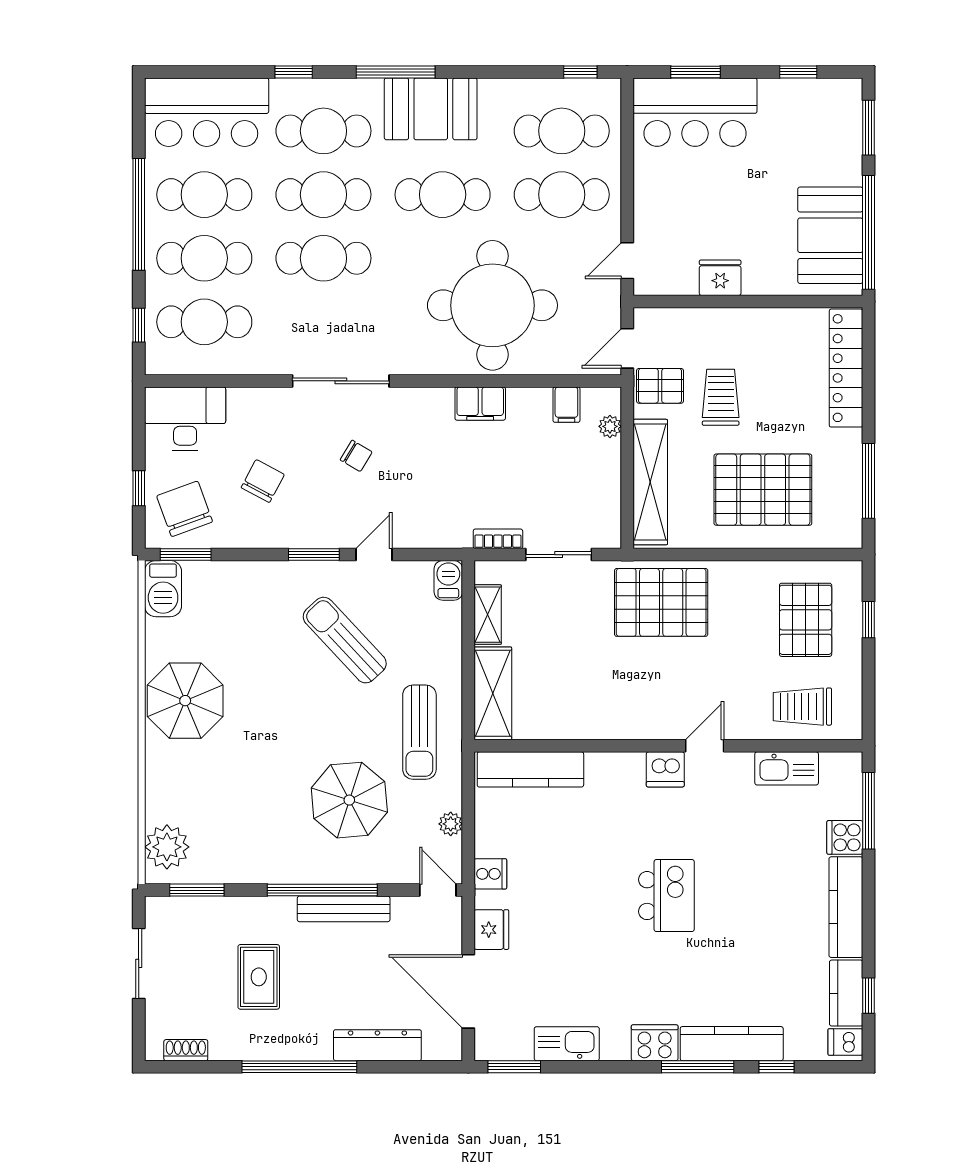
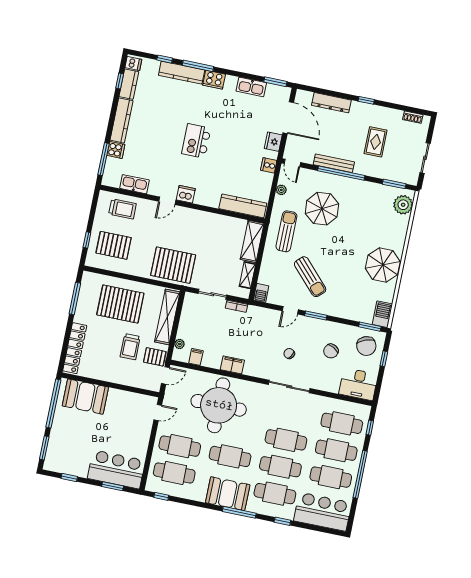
booth: (830, 235) -> (85, 397), moved, turned 90
fridge: (720, 278) -> (120, 397), removed
pallet: (806, 620) -> (114, 245), turned 90
window: (299, 1067) -> (366, 100), width x0.32

